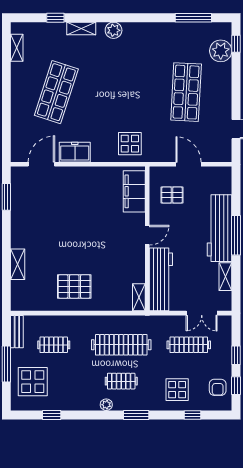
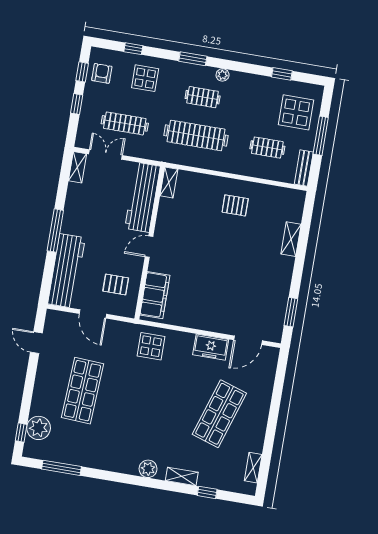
workbench: (220, 228) -> (66, 271), moved
shelving: (225, 277) -> (78, 167), moved
pallet: (74, 286) -> (235, 205), width x0.67, depth x0.71

